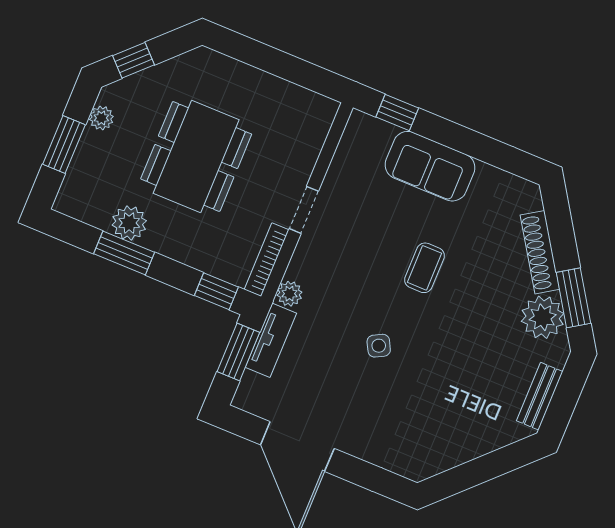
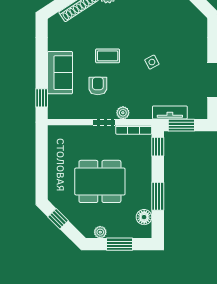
window: (133, 60) -> (58, 219), moved
floor lamp: (96, 211) -> (144, 217), added
plant: (129, 223) -> (143, 200), removed
armchair: (376, 226) -> (98, 86), added
plant: (289, 294) -> (123, 113), moved

